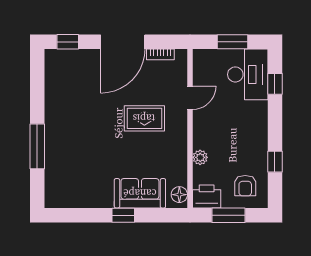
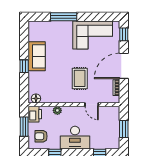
door: (123, 42) -> (124, 66), hinge flipped
desk: (248, 74) -> (75, 138), moved
corner sofa: (69, 96) -> (93, 35), added
sofa: (140, 193) -> (37, 56), moved

